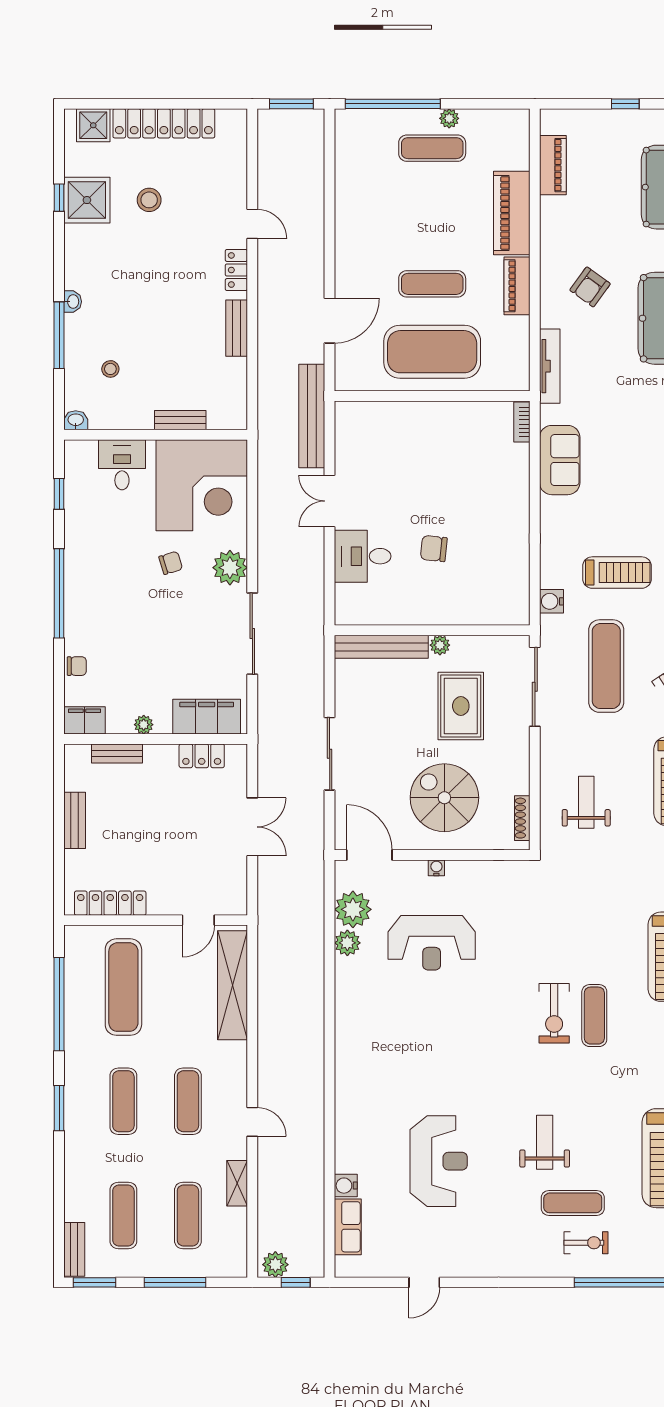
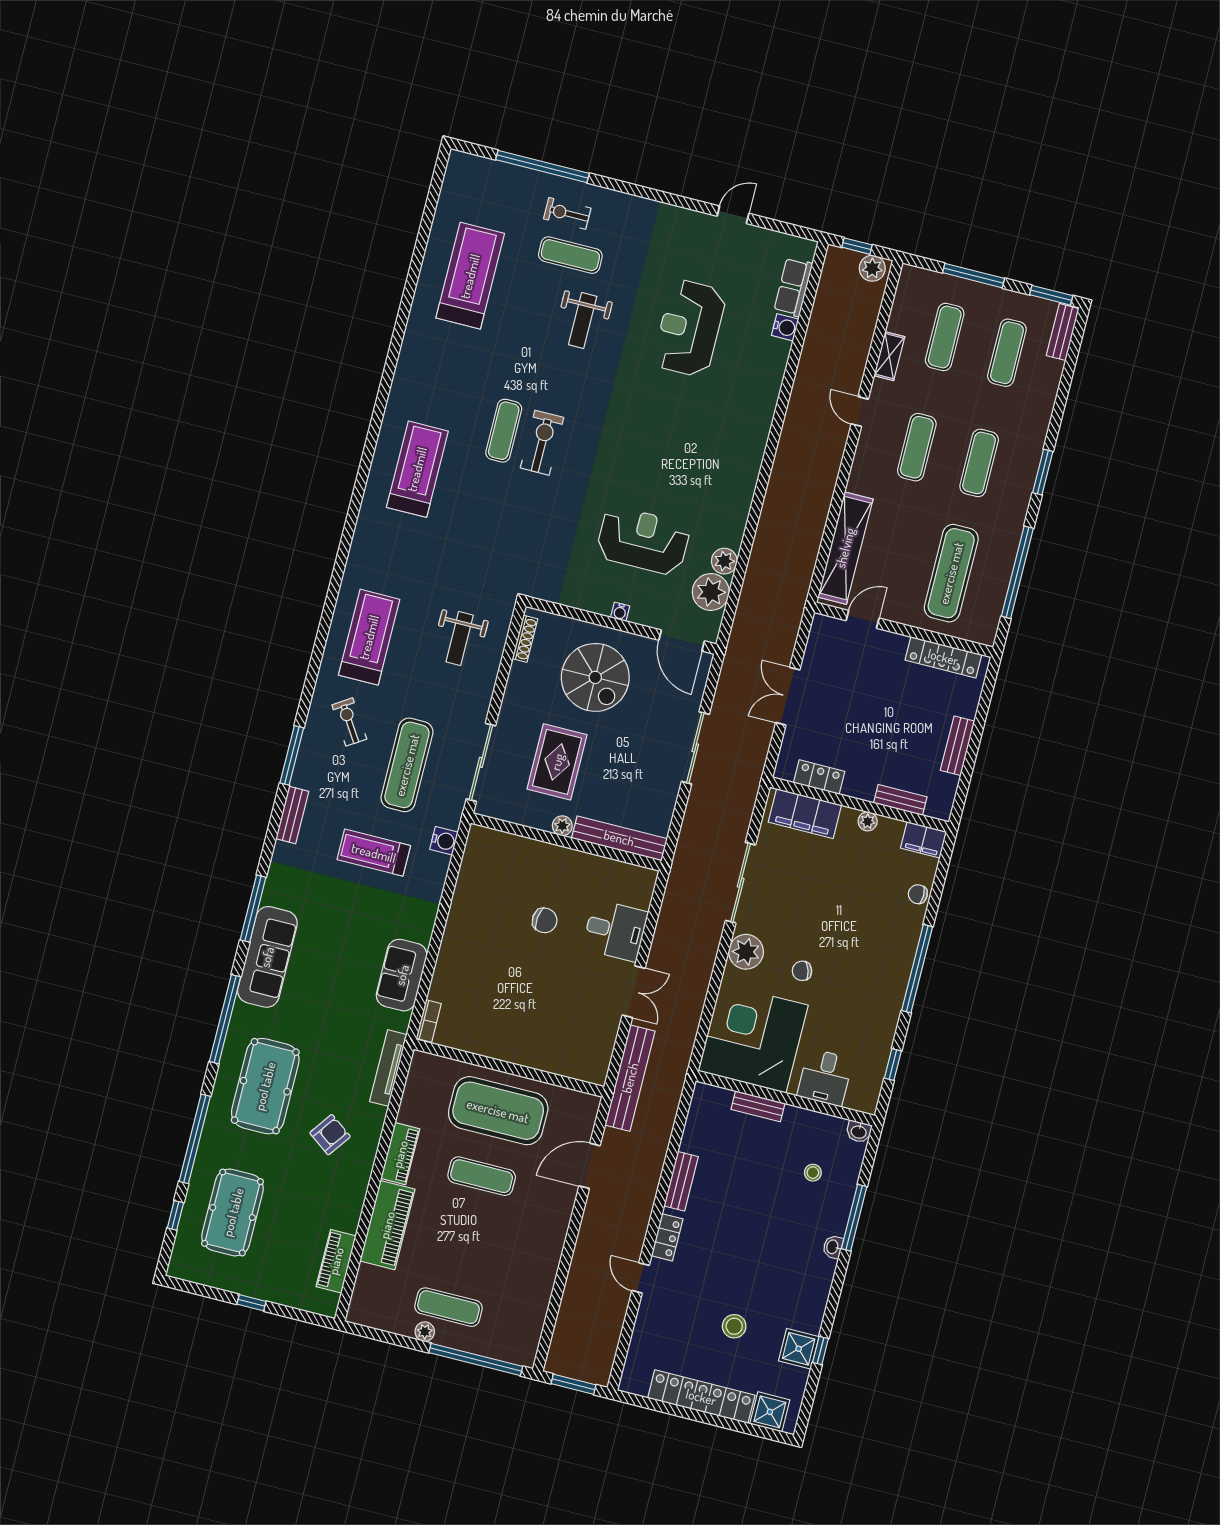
shower: (87, 200) -> (799, 1349), width x0.73, depth x0.73

